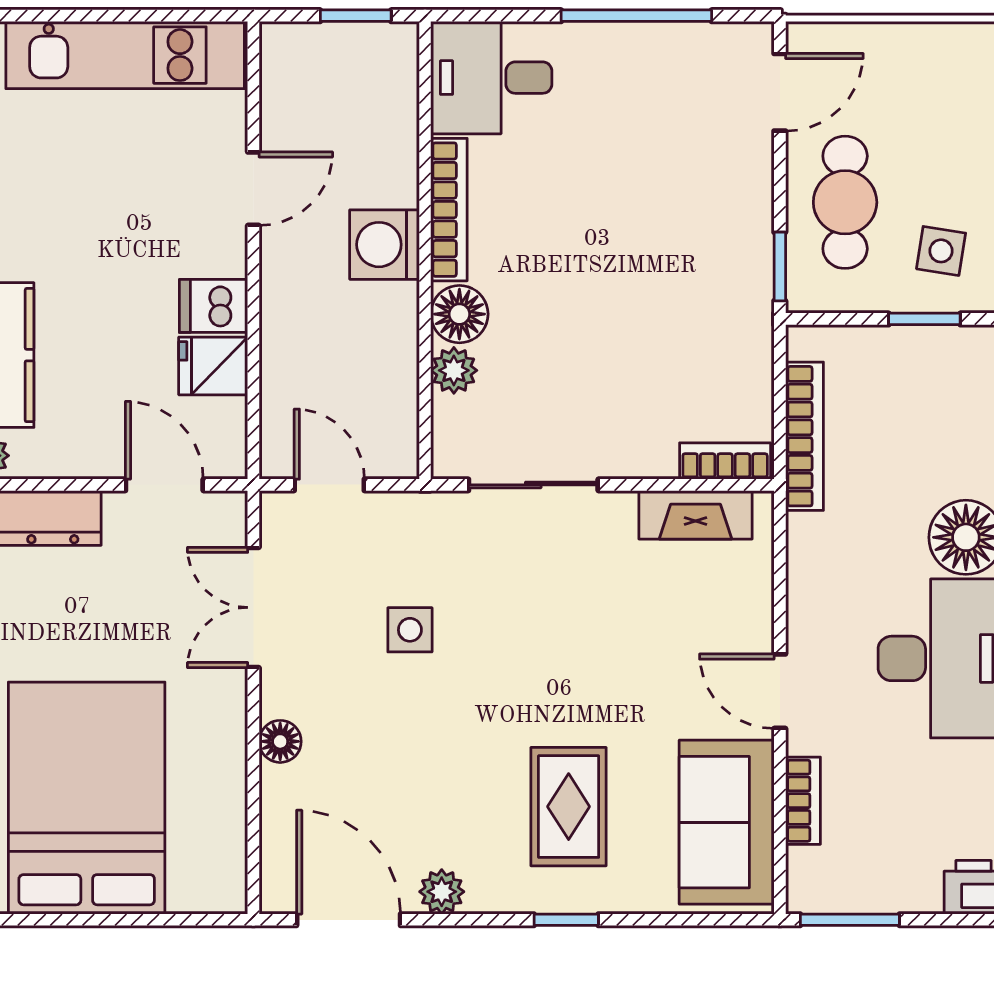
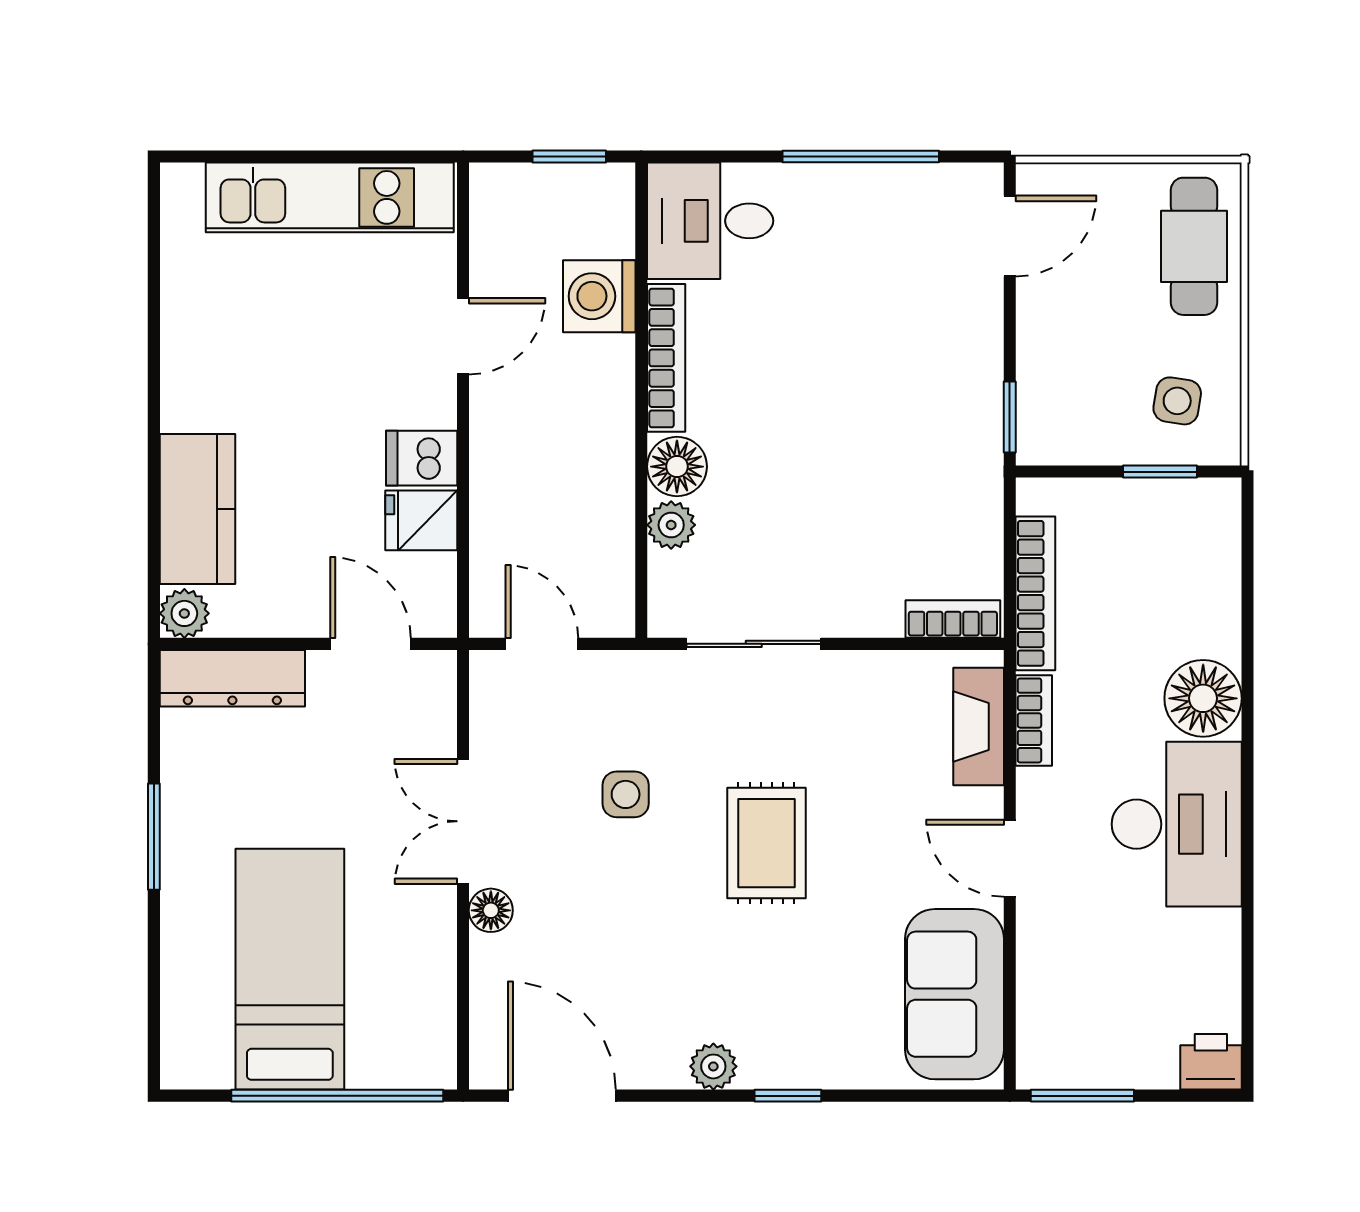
cafe table: (845, 202) -> (1194, 246), moved
washing machine: (385, 245) -> (599, 296), moved
fireplace: (695, 515) -> (979, 727), moved, turned 90
double door: (253, 607) -> (463, 821), moved
bed: (87, 798) -> (290, 969), width x0.67
bookcase: (803, 801) -> (1034, 720), moved
rug: (569, 807) -> (766, 843), moved
plant: (442, 892) -> (713, 1066), moved
window: (132, 920) -> (337, 1096), added

